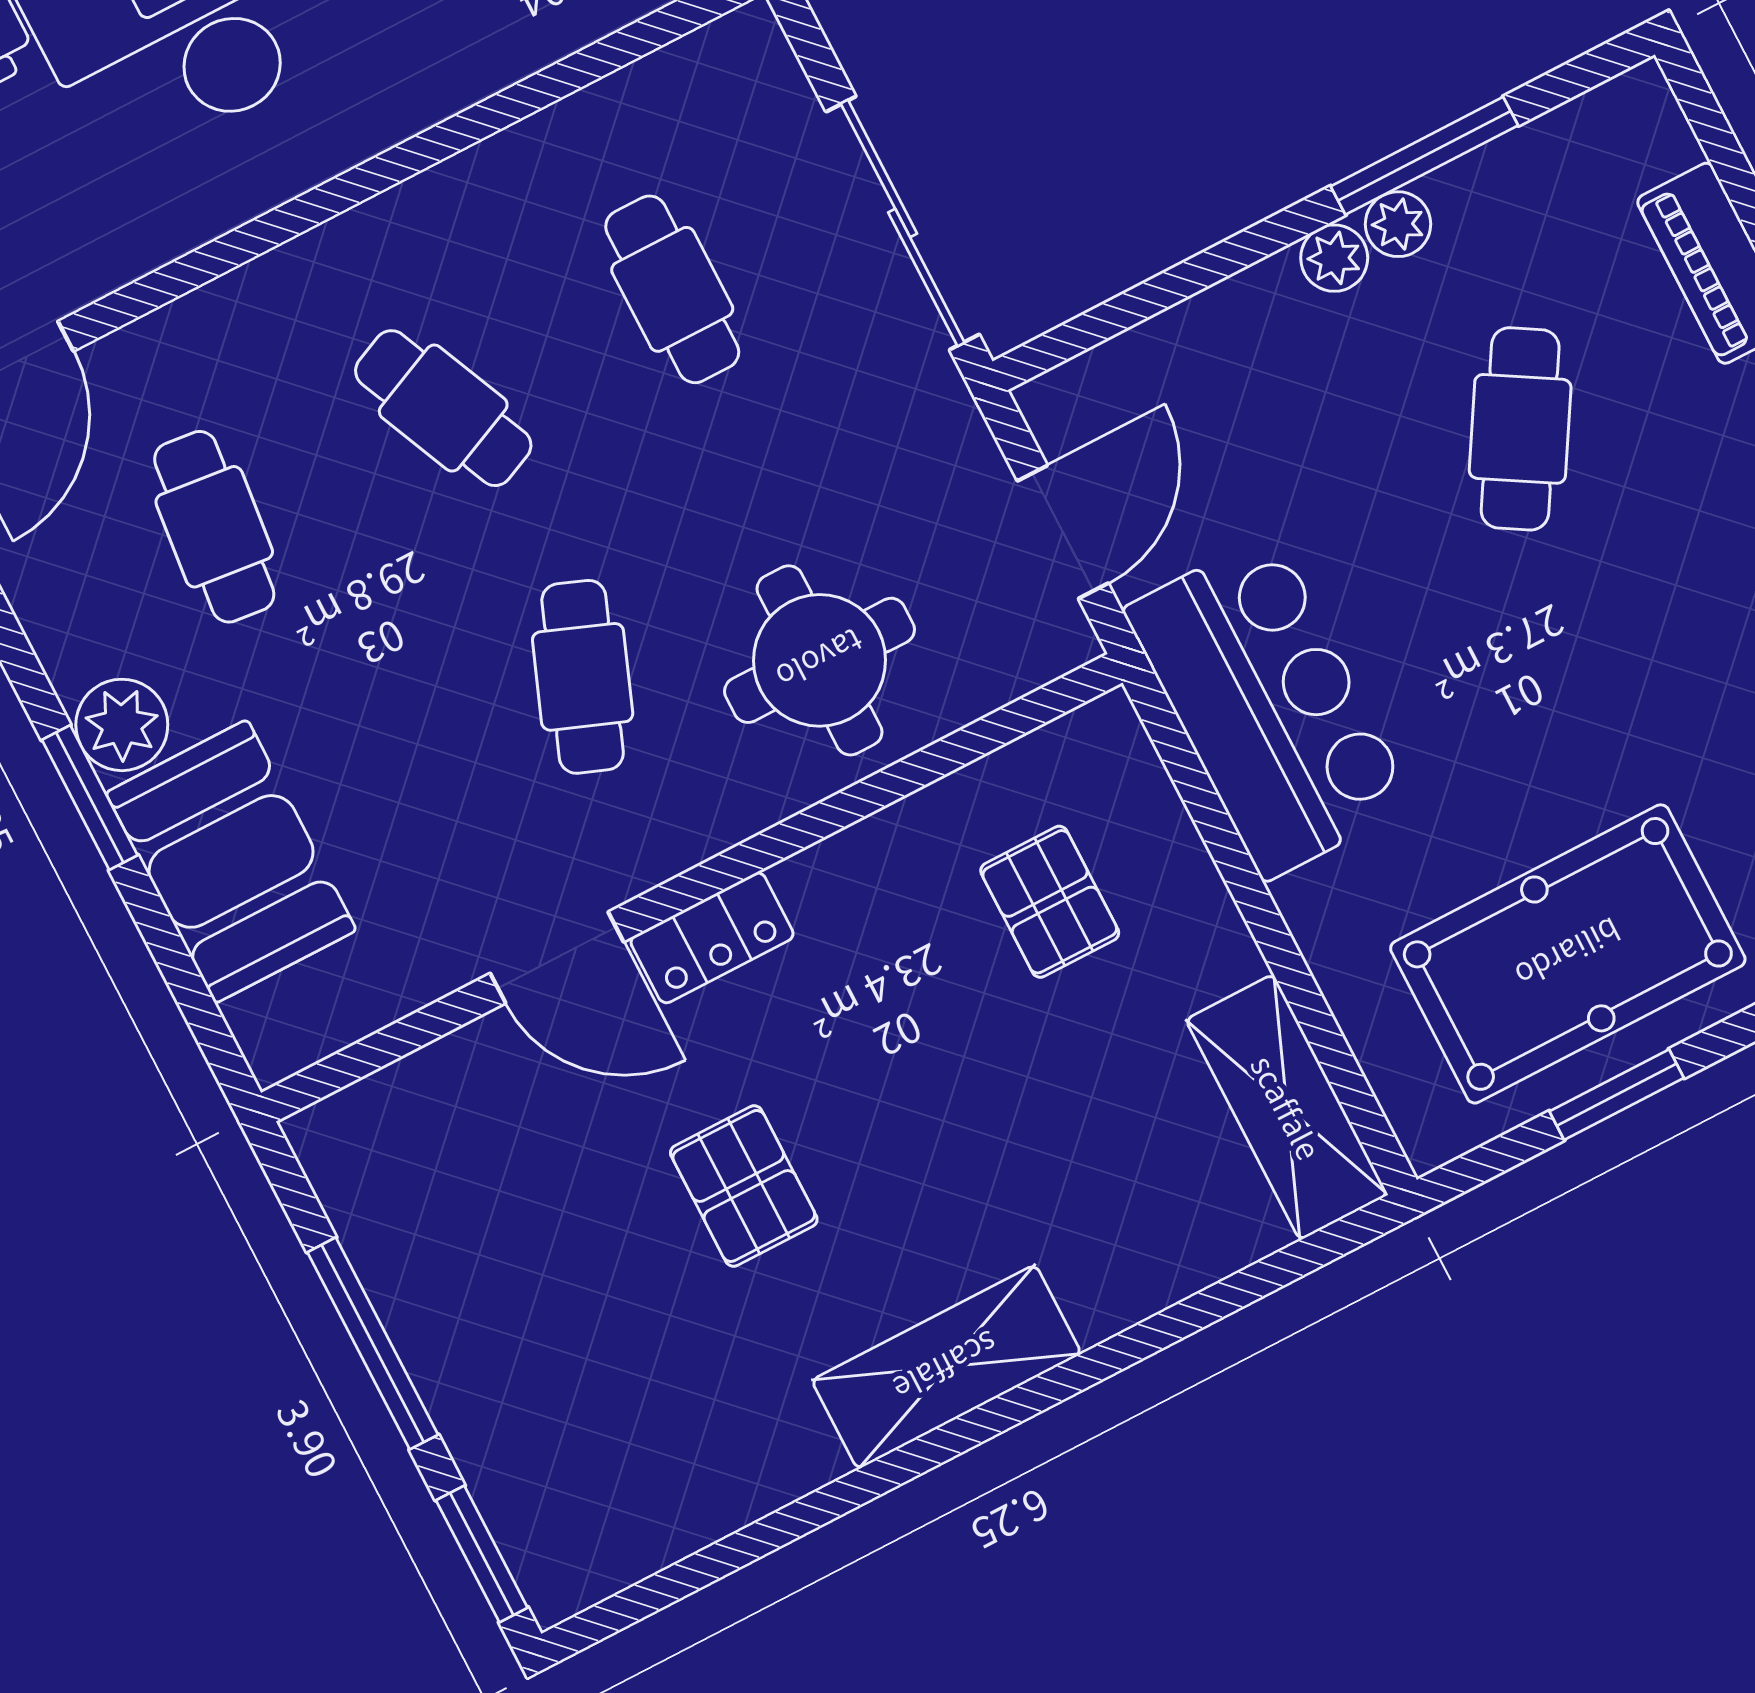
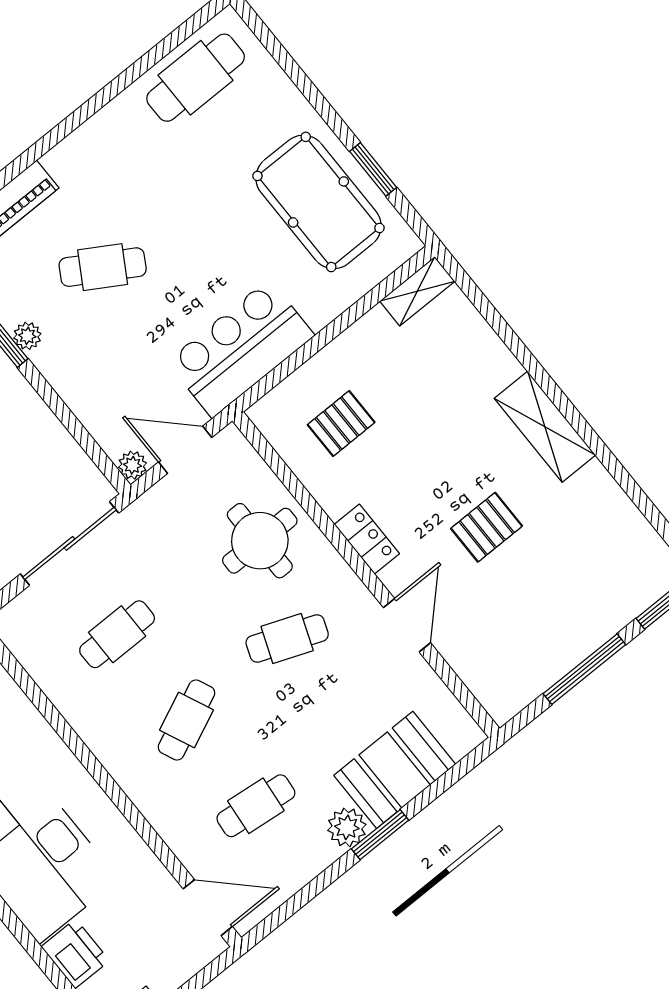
plant: (1334, 258) -> (133, 465), moved
locker: (712, 938) -> (367, 539), moved
shelving: (1287, 1107) -> (417, 291), width x0.67, depth x0.75

